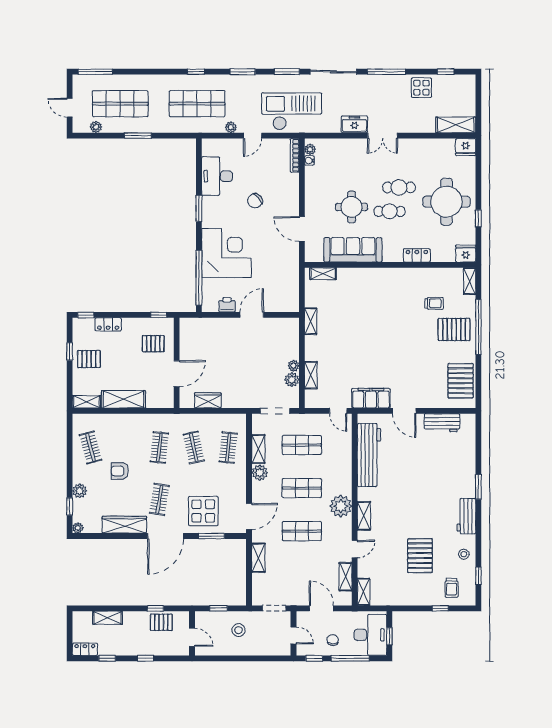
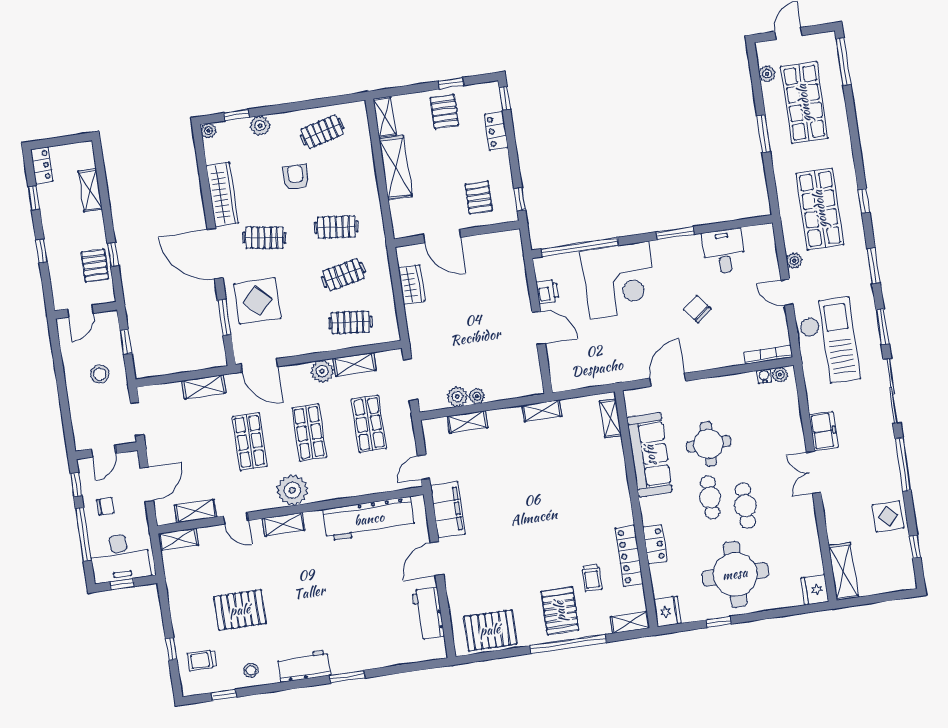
desk: (217, 176) -> (724, 251), width x0.73
locker: (422, 275) -> (629, 556), added

